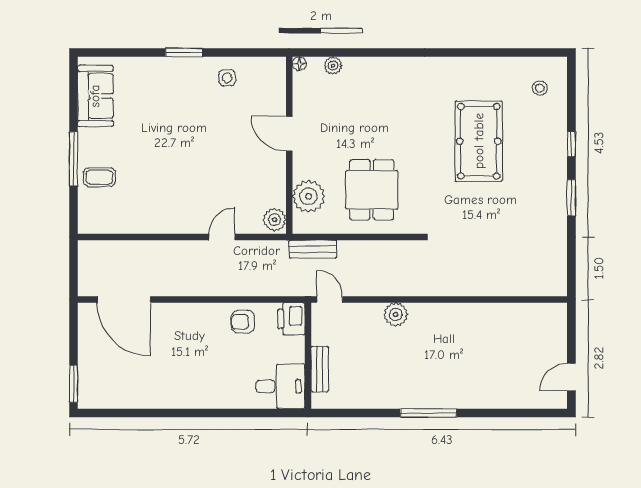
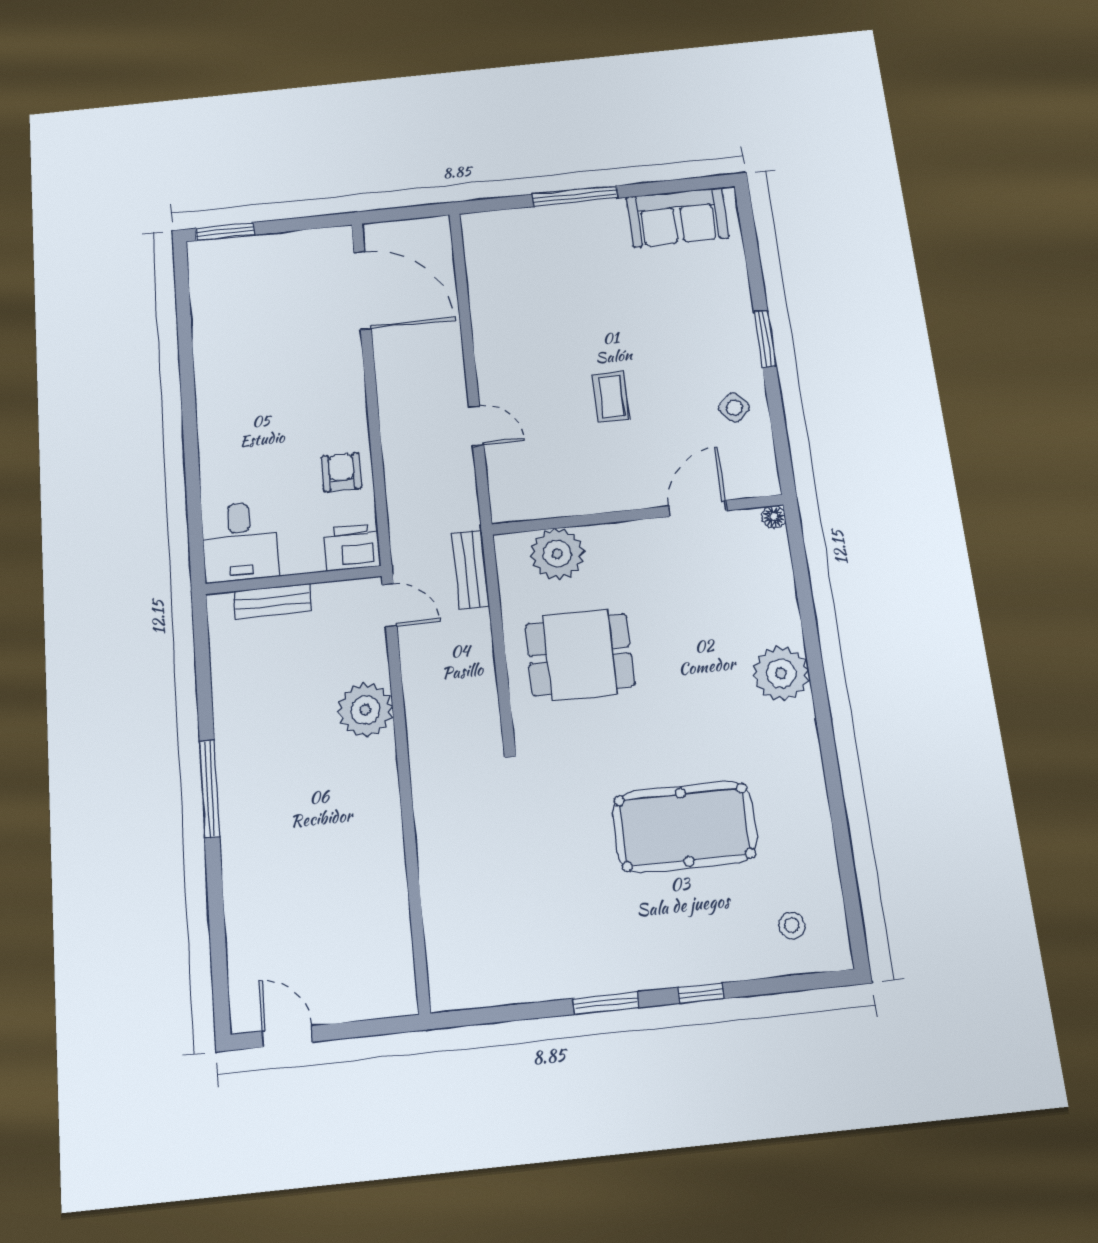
plant: (333, 66) -> (781, 673), moved, width x1.88, depth x1.88
side table: (227, 78) -> (734, 407), turned 45
door: (289, 134) -> (697, 508), moved
coffee table: (99, 177) -> (611, 397), moved
plant: (275, 220) -> (513, 504), removed
door: (124, 299) -> (363, 290), swing flipped
door: (330, 299) -> (390, 605), hinge flipped
plant: (396, 314) -> (365, 710), width x1.36, depth x1.36

